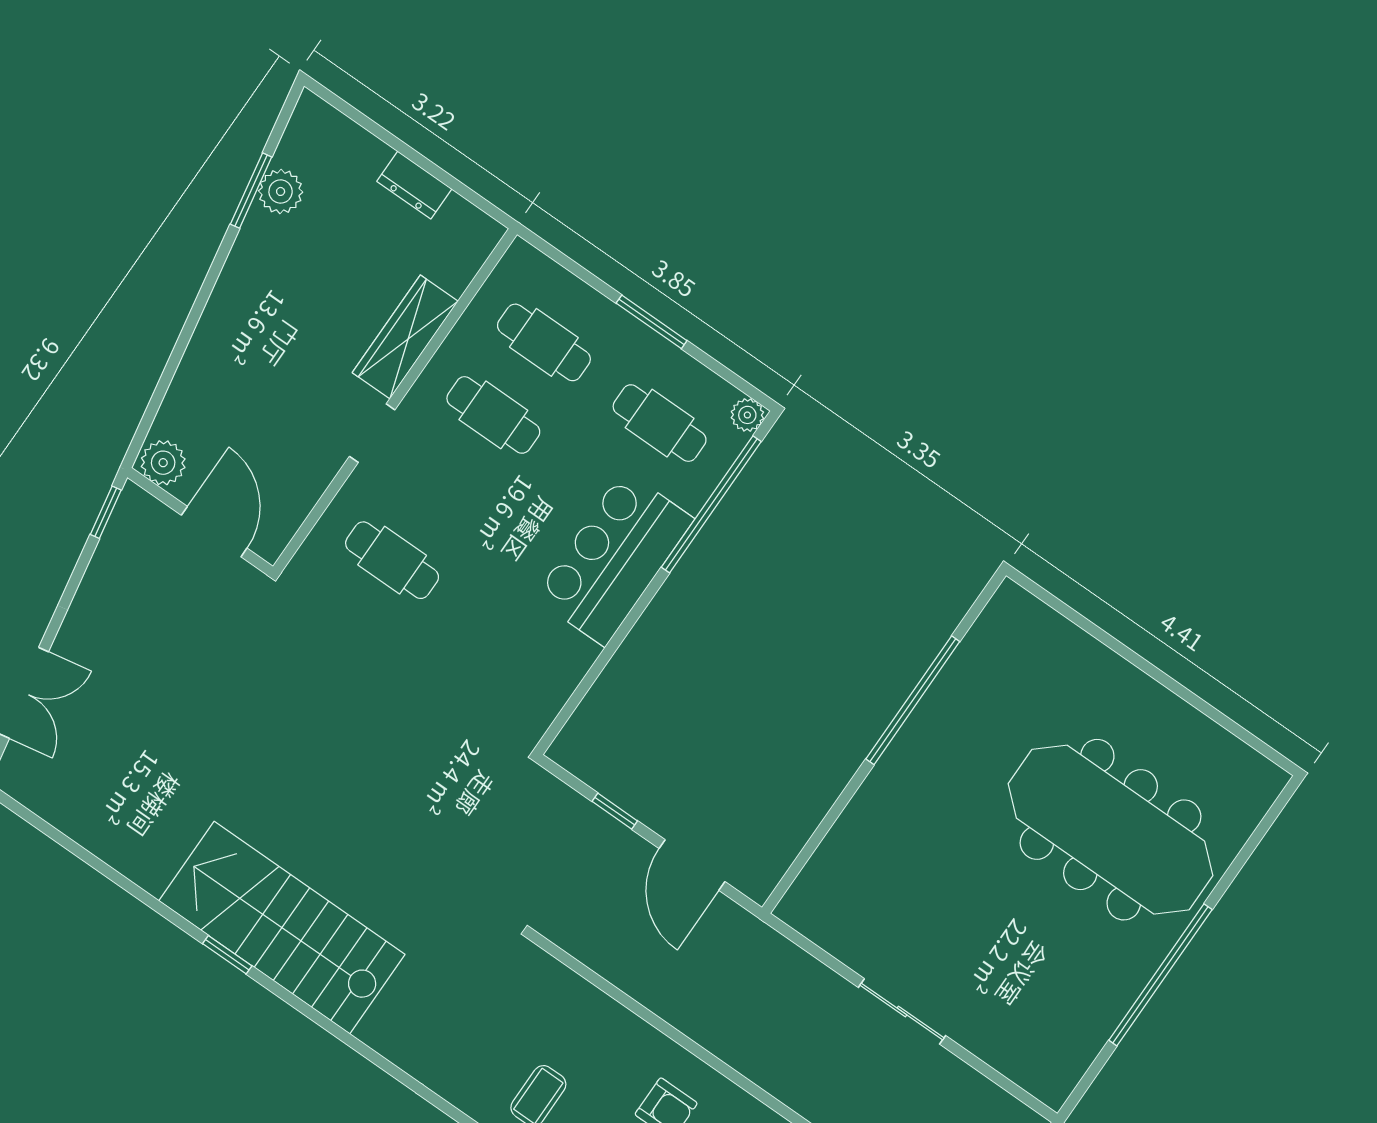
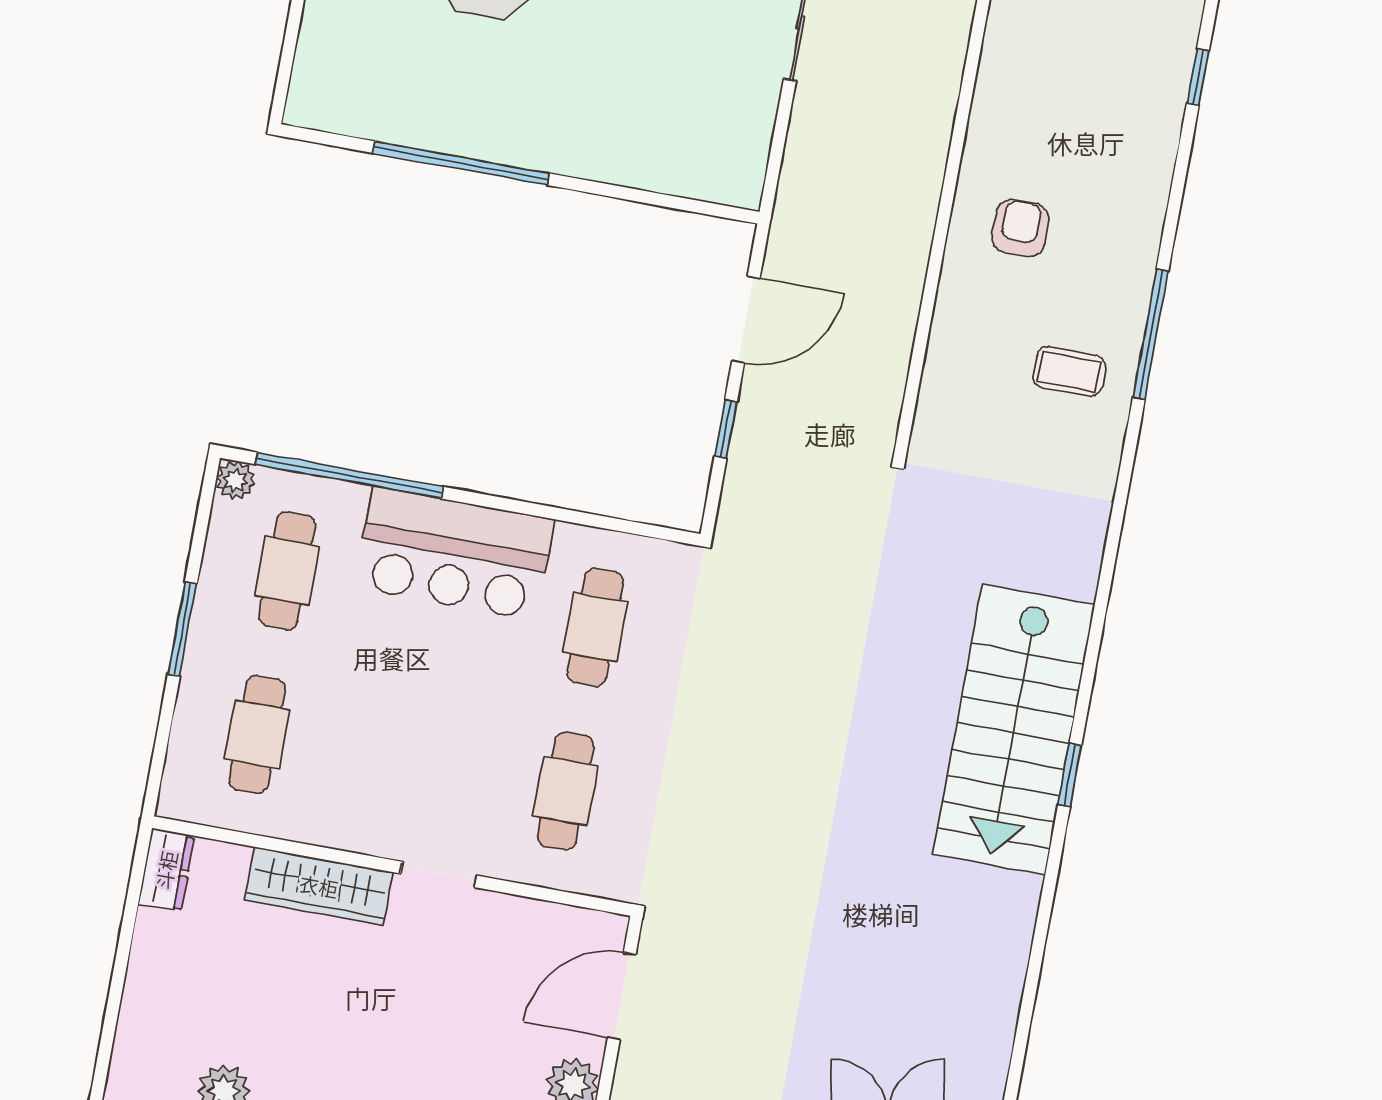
dresser: (414, 185) -> (166, 870), moved
cafe table: (493, 415) -> (595, 627), moved

